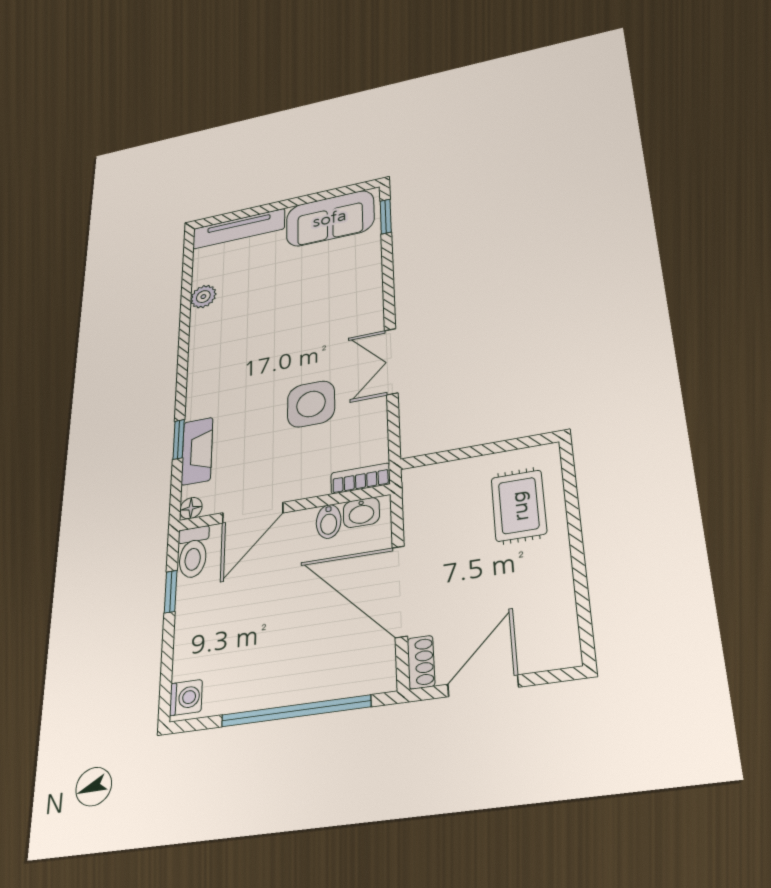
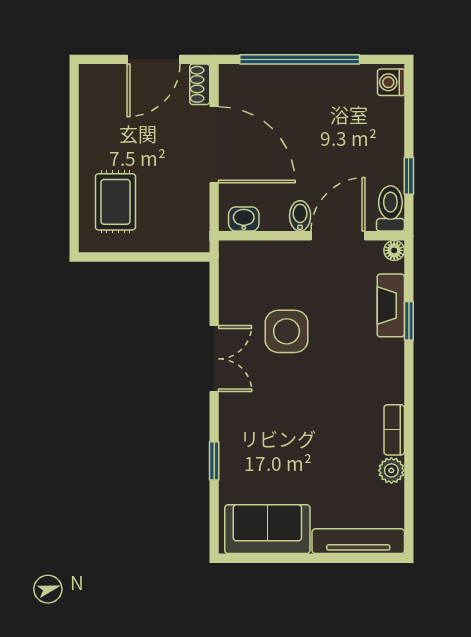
window: (386, 217) -> (214, 461), moved
bookcase: (360, 479) -> (394, 430), moved, turned 90
bidet: (329, 521) -> (300, 216), moved

